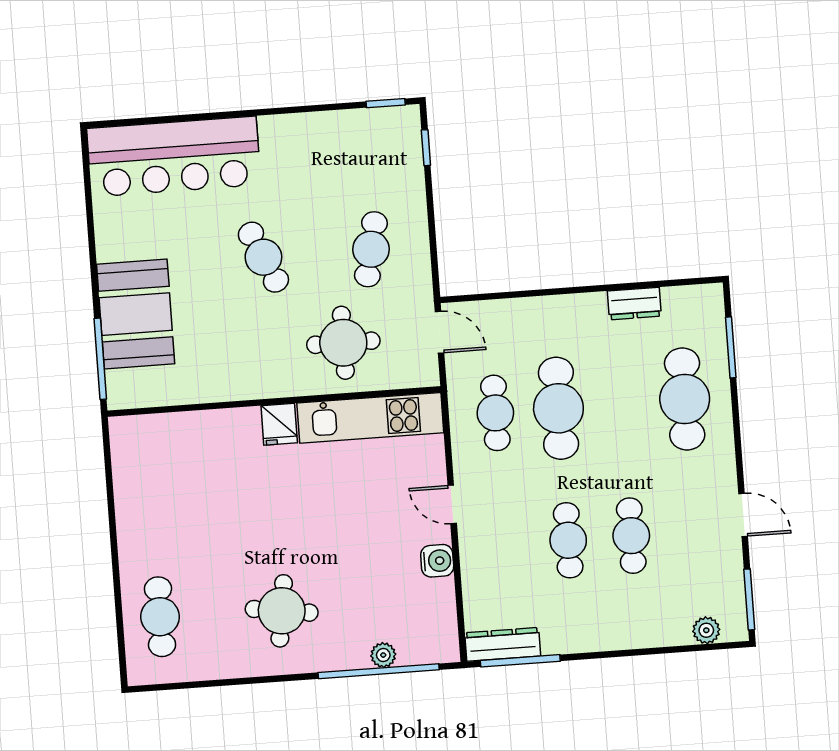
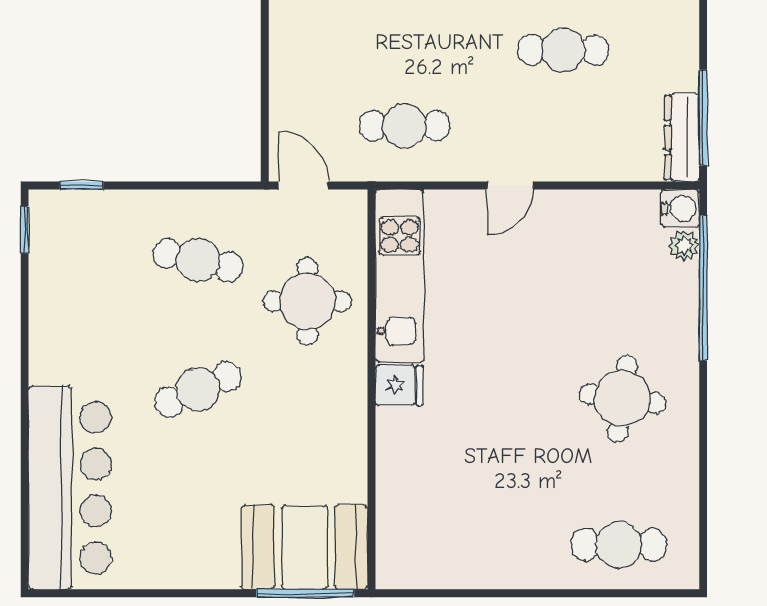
booth: (136, 314) -> (305, 547), moved
door: (440, 332) -> (303, 185), hinge flipped
cafe table: (558, 408) -> (405, 50), removed
water cooler: (437, 561) -> (680, 208), moved, turned 90
plant: (383, 655) -> (684, 246), moved

